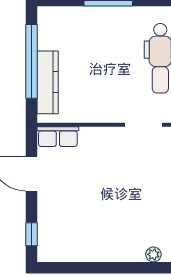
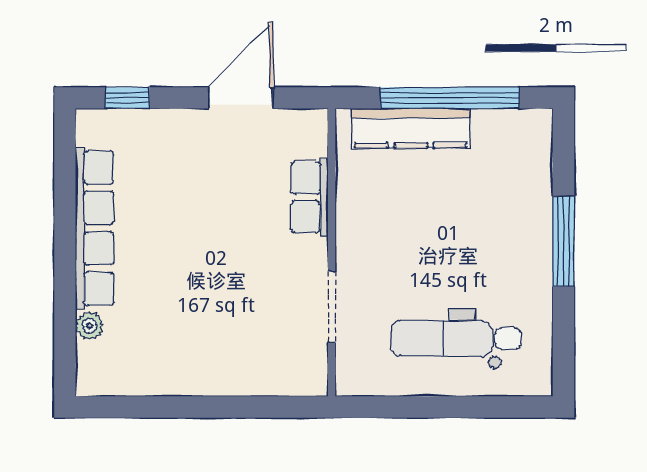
row of seats: (58, 137) -> (310, 197), moved
row of seats: (101, 252) -> (95, 228), added

